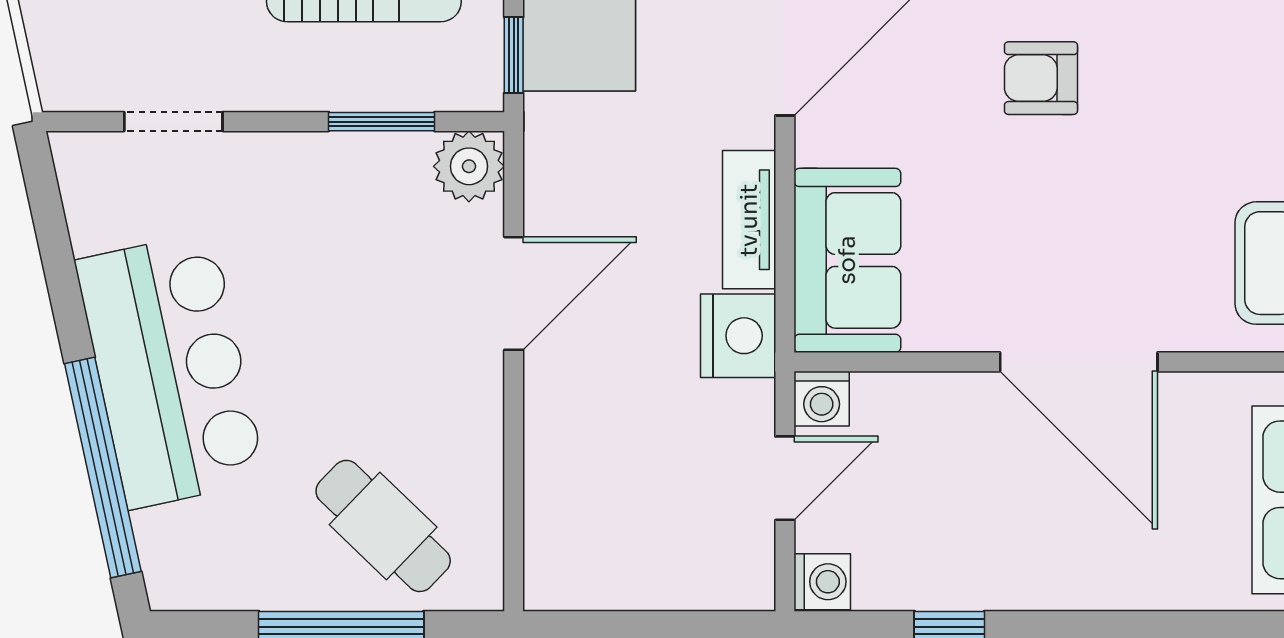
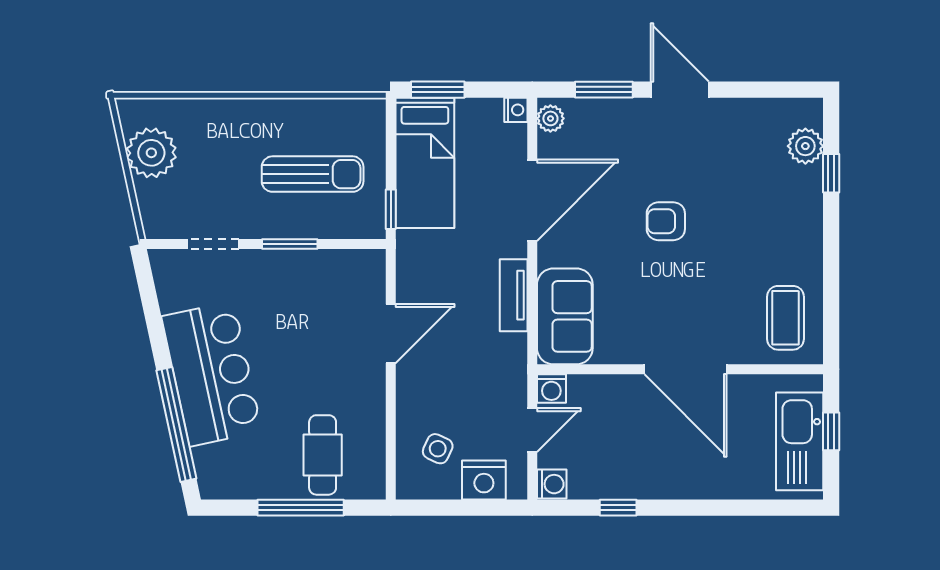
window: (382, 122) -> (290, 244), moved
plant: (469, 166) -> (367, 267), removed
nightstand: (738, 336) -> (484, 480), moved, turned 90
side table: (604, 514) -> (438, 449), added
cafe table: (383, 526) -> (323, 455), turned 46

